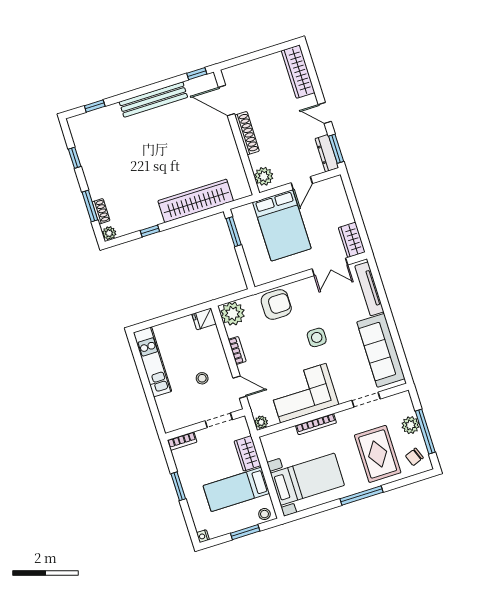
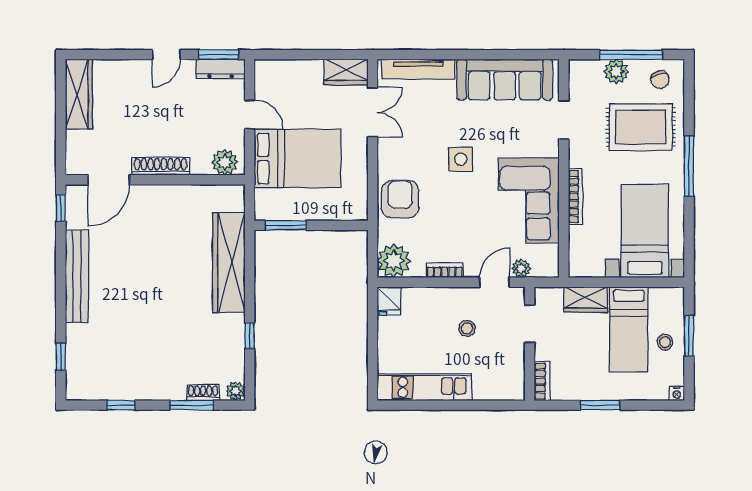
wardrobe: (298, 72) -> (79, 94), moved, turned -90
plant: (261, 422) -> (521, 268), moved
stool: (264, 514) -> (665, 342), moved

